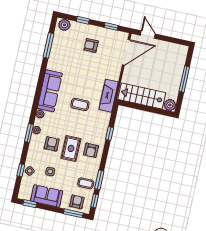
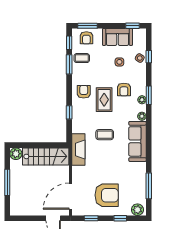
armchair: (91, 45) -> (107, 195), width x1.88, depth x1.88
rug: (71, 148) -> (104, 100), moved

